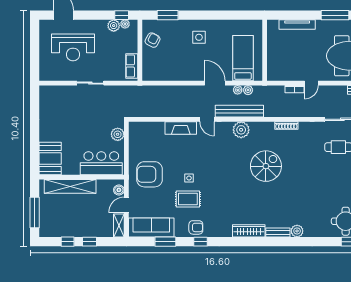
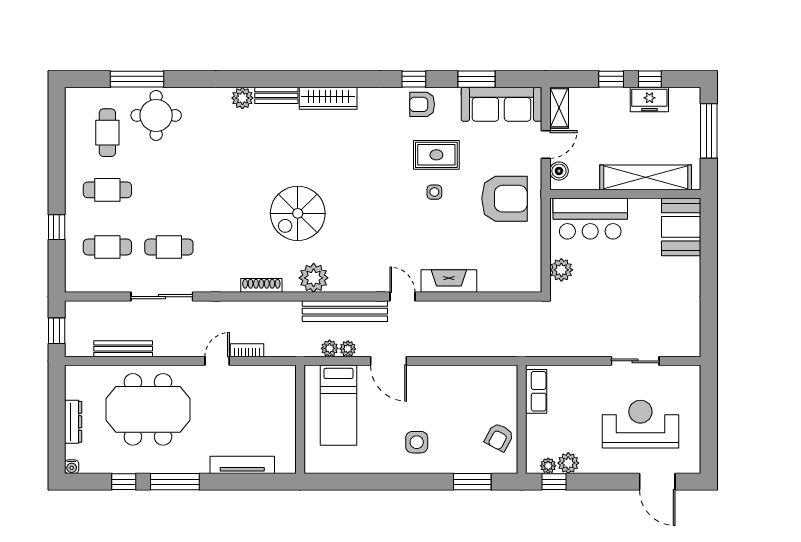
sliding door: (90, 83) -> (635, 361), moved
plant: (241, 130) -> (314, 278), moved
freezer: (68, 230) -> (649, 100), added

